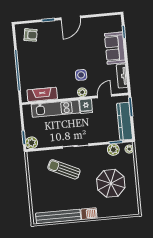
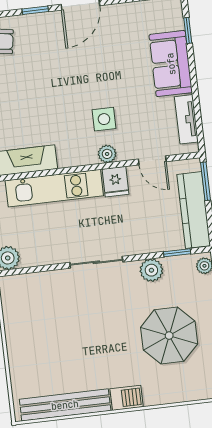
door: (105, 96) -> (152, 160), swing flipped
plant: (113, 150) -> (151, 270), moved
sun lounger: (64, 169) -> (74, 310), removed

